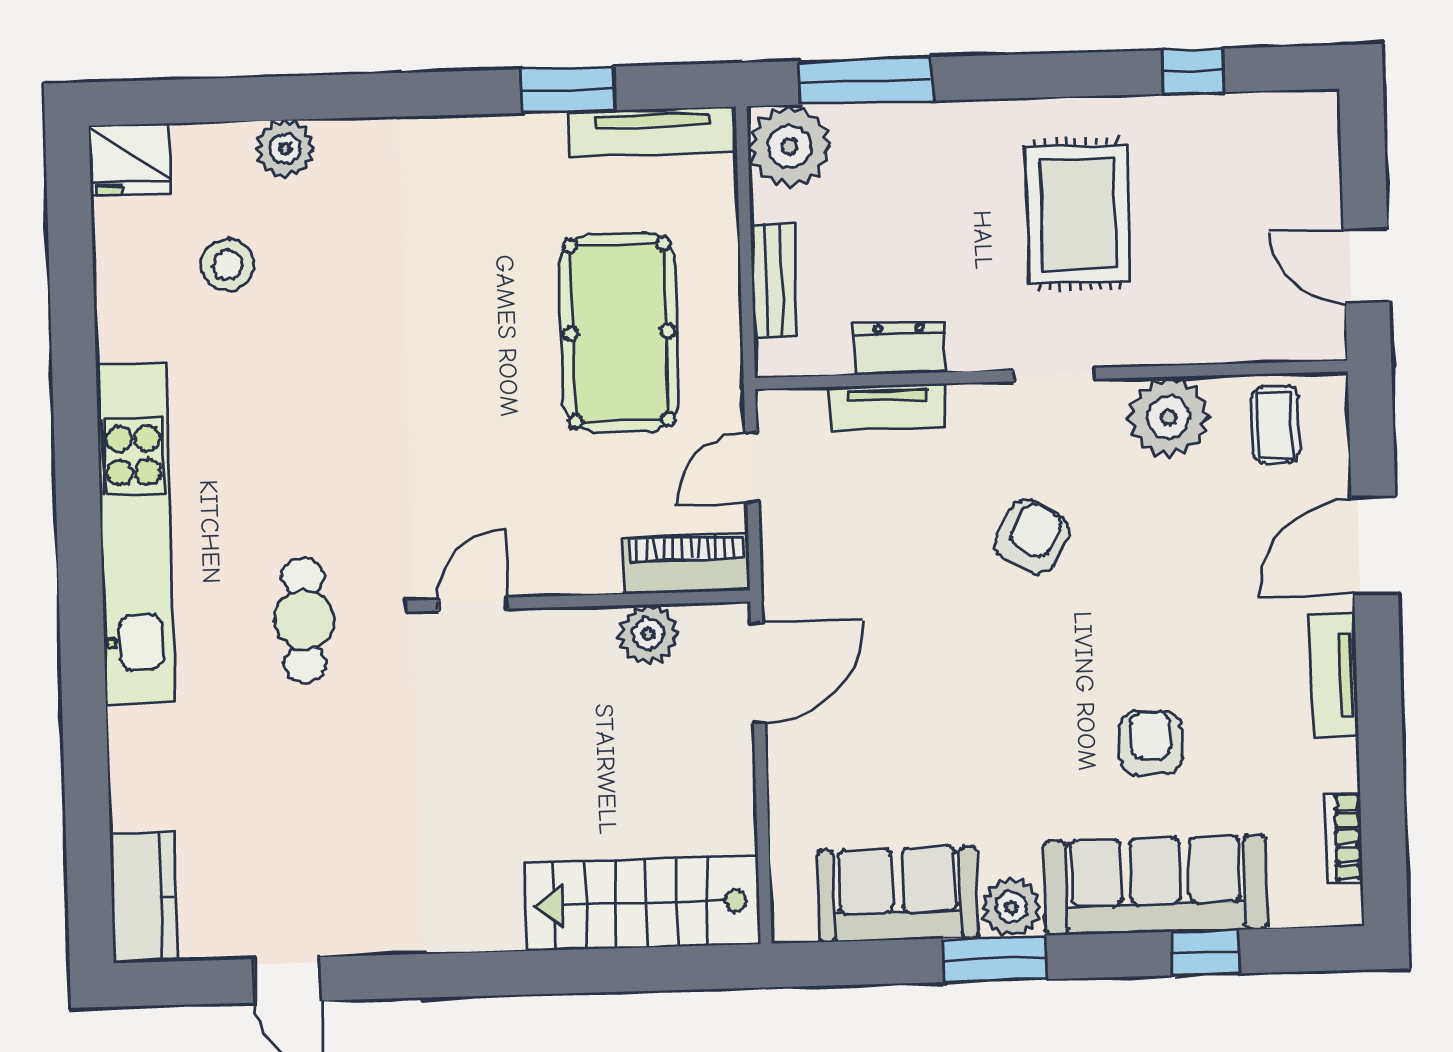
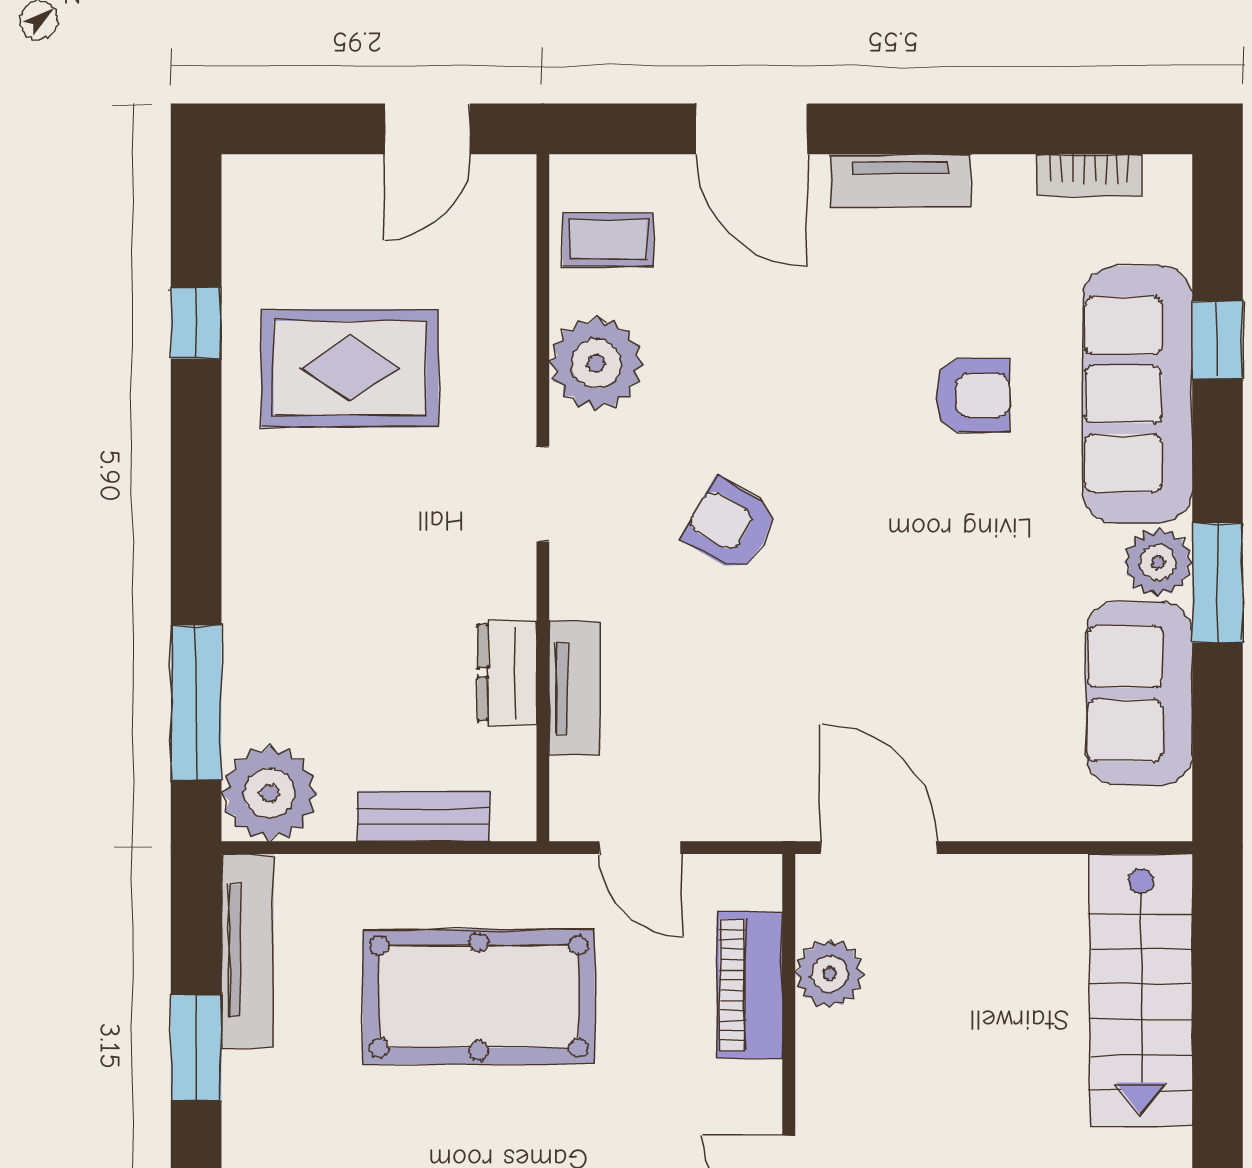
rug: (1078, 214) -> (350, 368), moved
piano: (686, 564) -> (750, 985), moved
armchair: (1150, 743) -> (973, 396), turned 180

